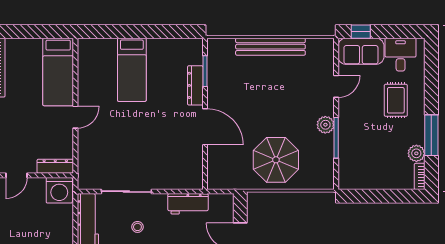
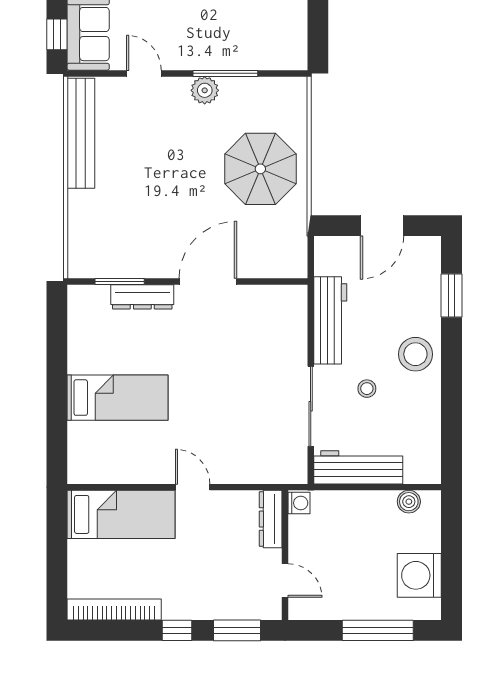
bench: (270, 47) -> (81, 133), moved
washing machine: (59, 190) -> (299, 503), width x0.53, depth x0.53
workbench: (188, 204) -> (330, 320), width x1.37

